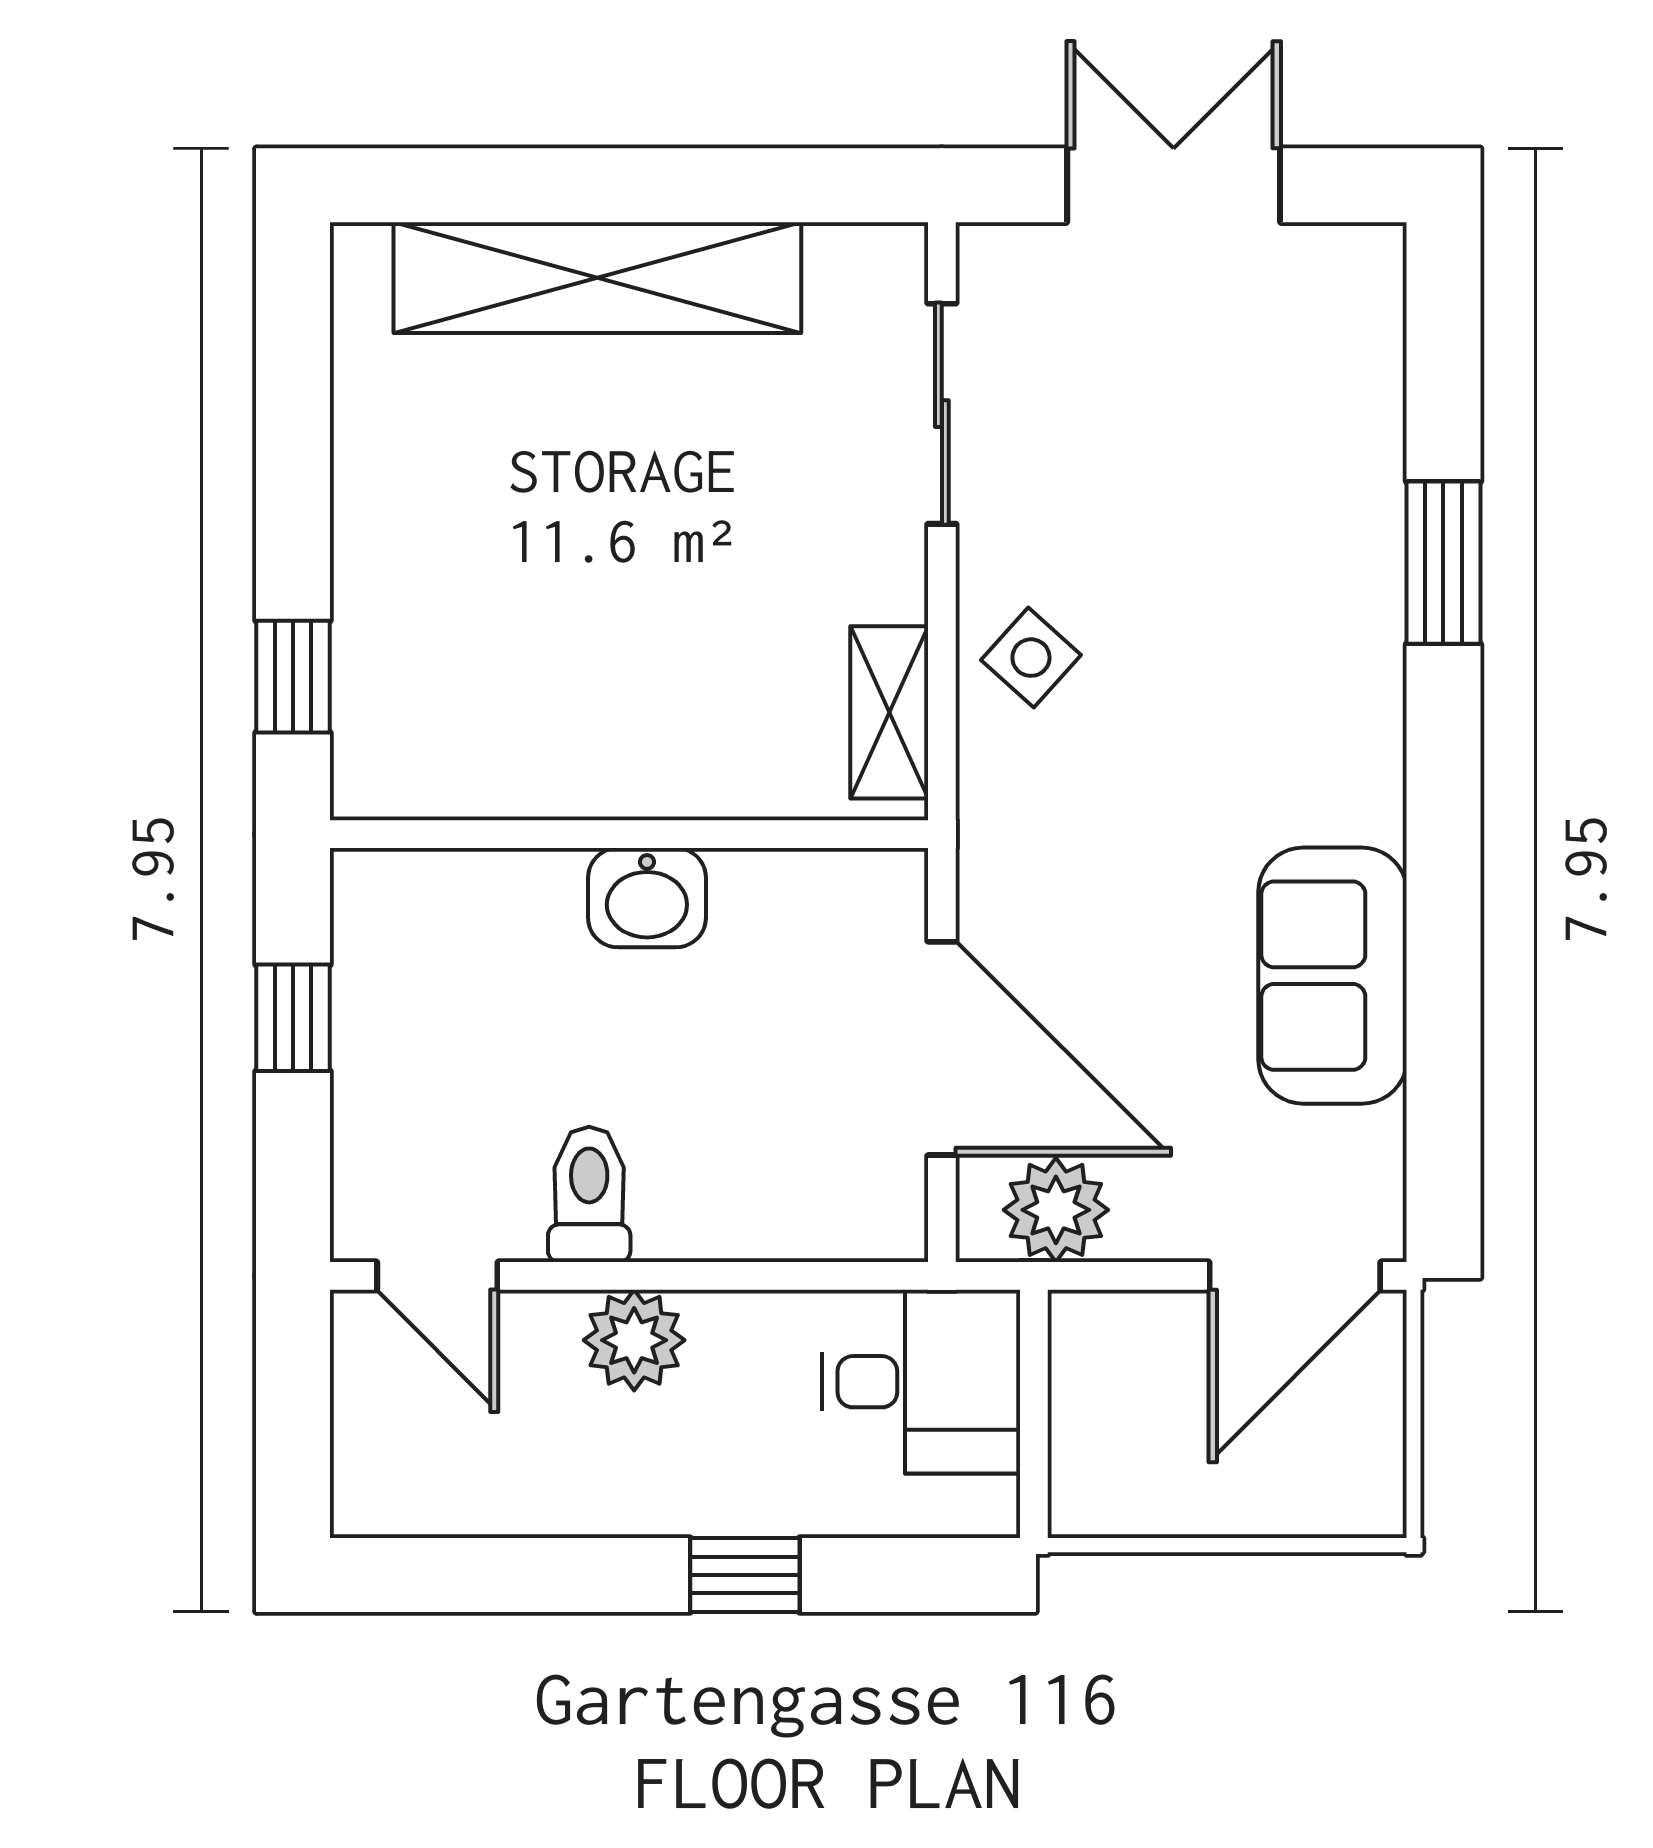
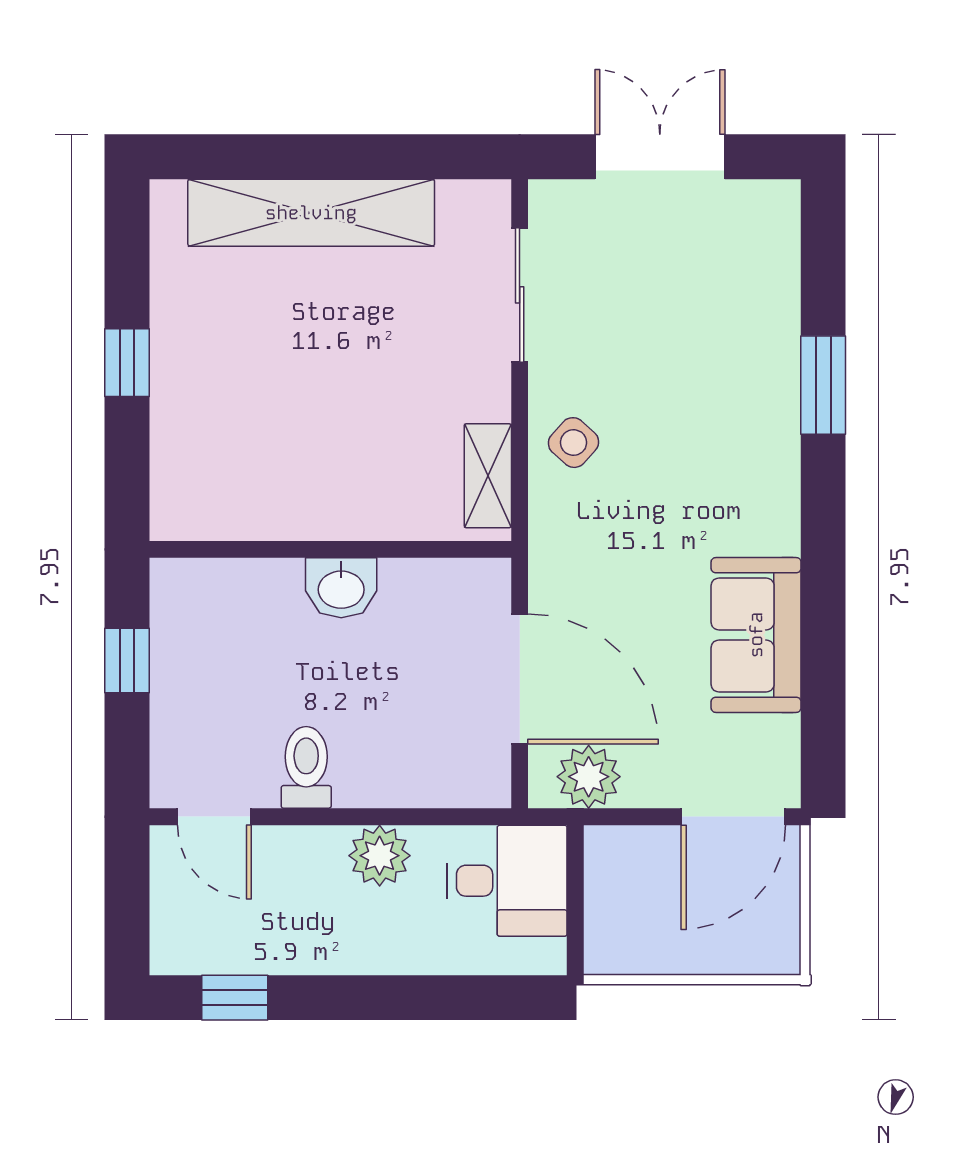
window: (293, 677) -> (127, 363), moved
plant: (634, 1340) -> (380, 856), moved
window: (745, 1575) -> (235, 998), moved

